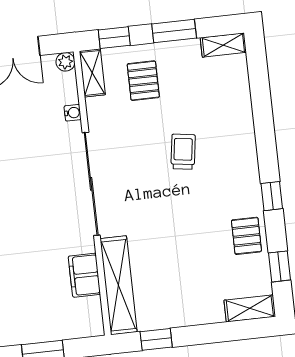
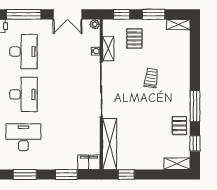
shelving: (92, 73) -> (108, 49), moved
window: (272, 196) -> (195, 106), width x2.17
filing cabinet: (84, 275) -> (89, 162), moved, turned 90

